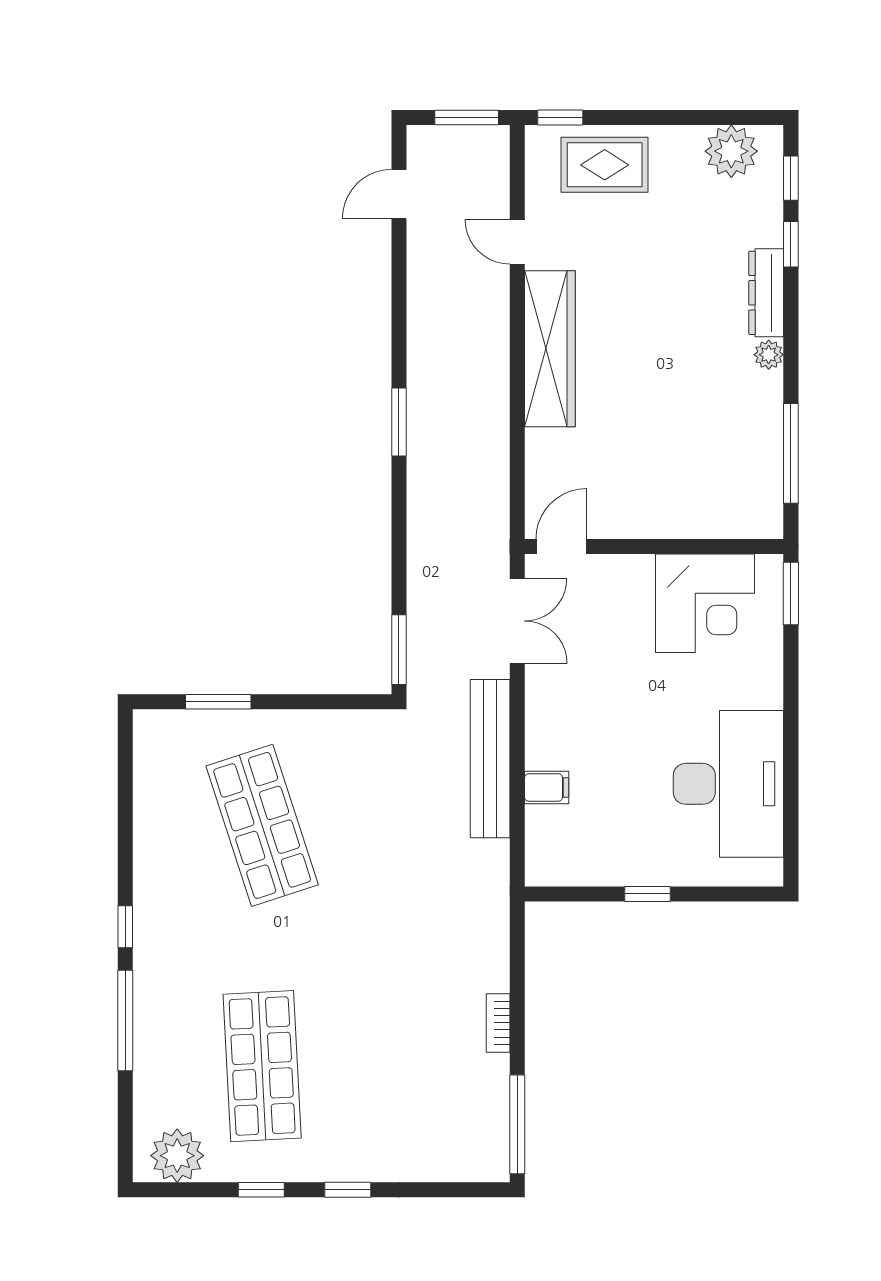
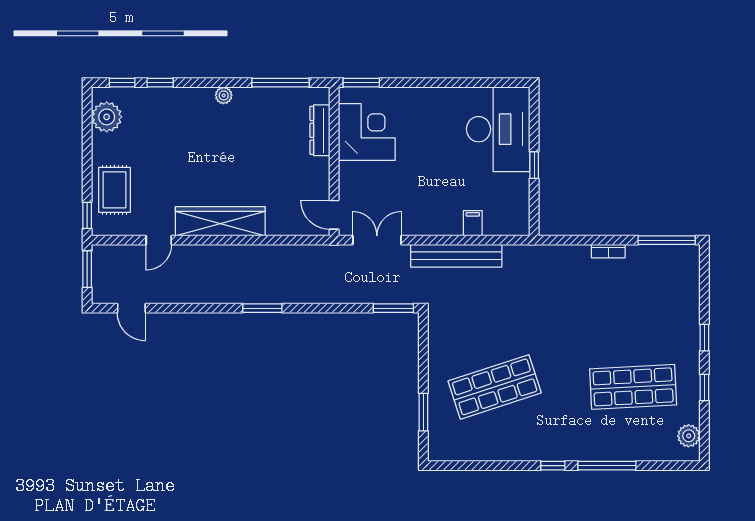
dresser: (766, 293) -> (320, 130), moved, turned 90
desk: (728, 784) -> (498, 129), moved, turned 90
plant: (177, 1156) -> (689, 436), width x0.73, depth x0.73

